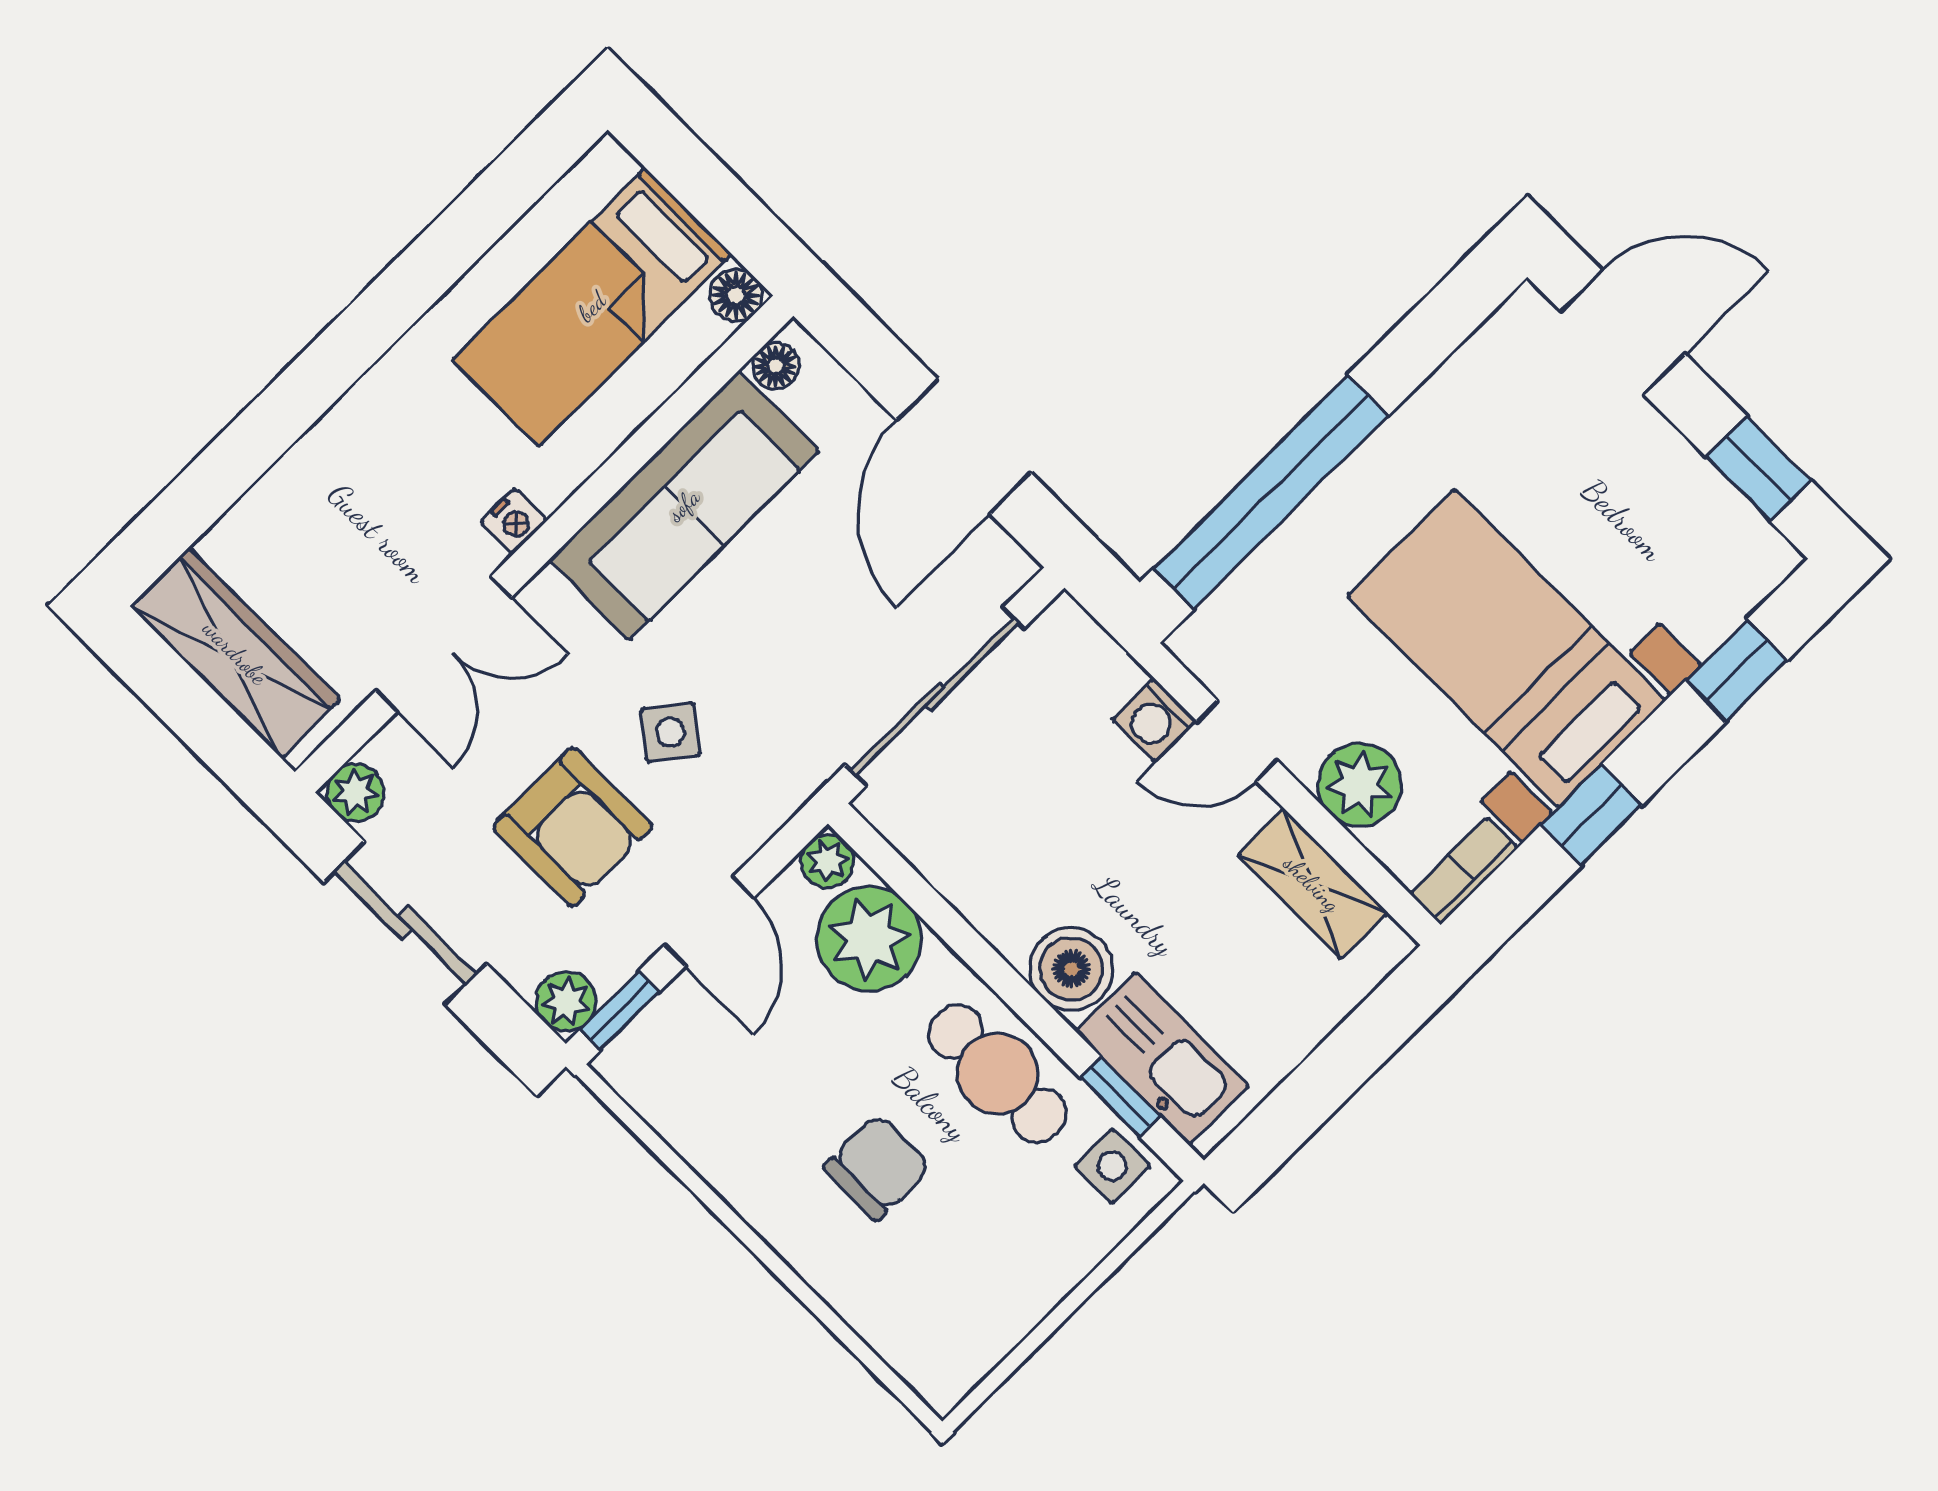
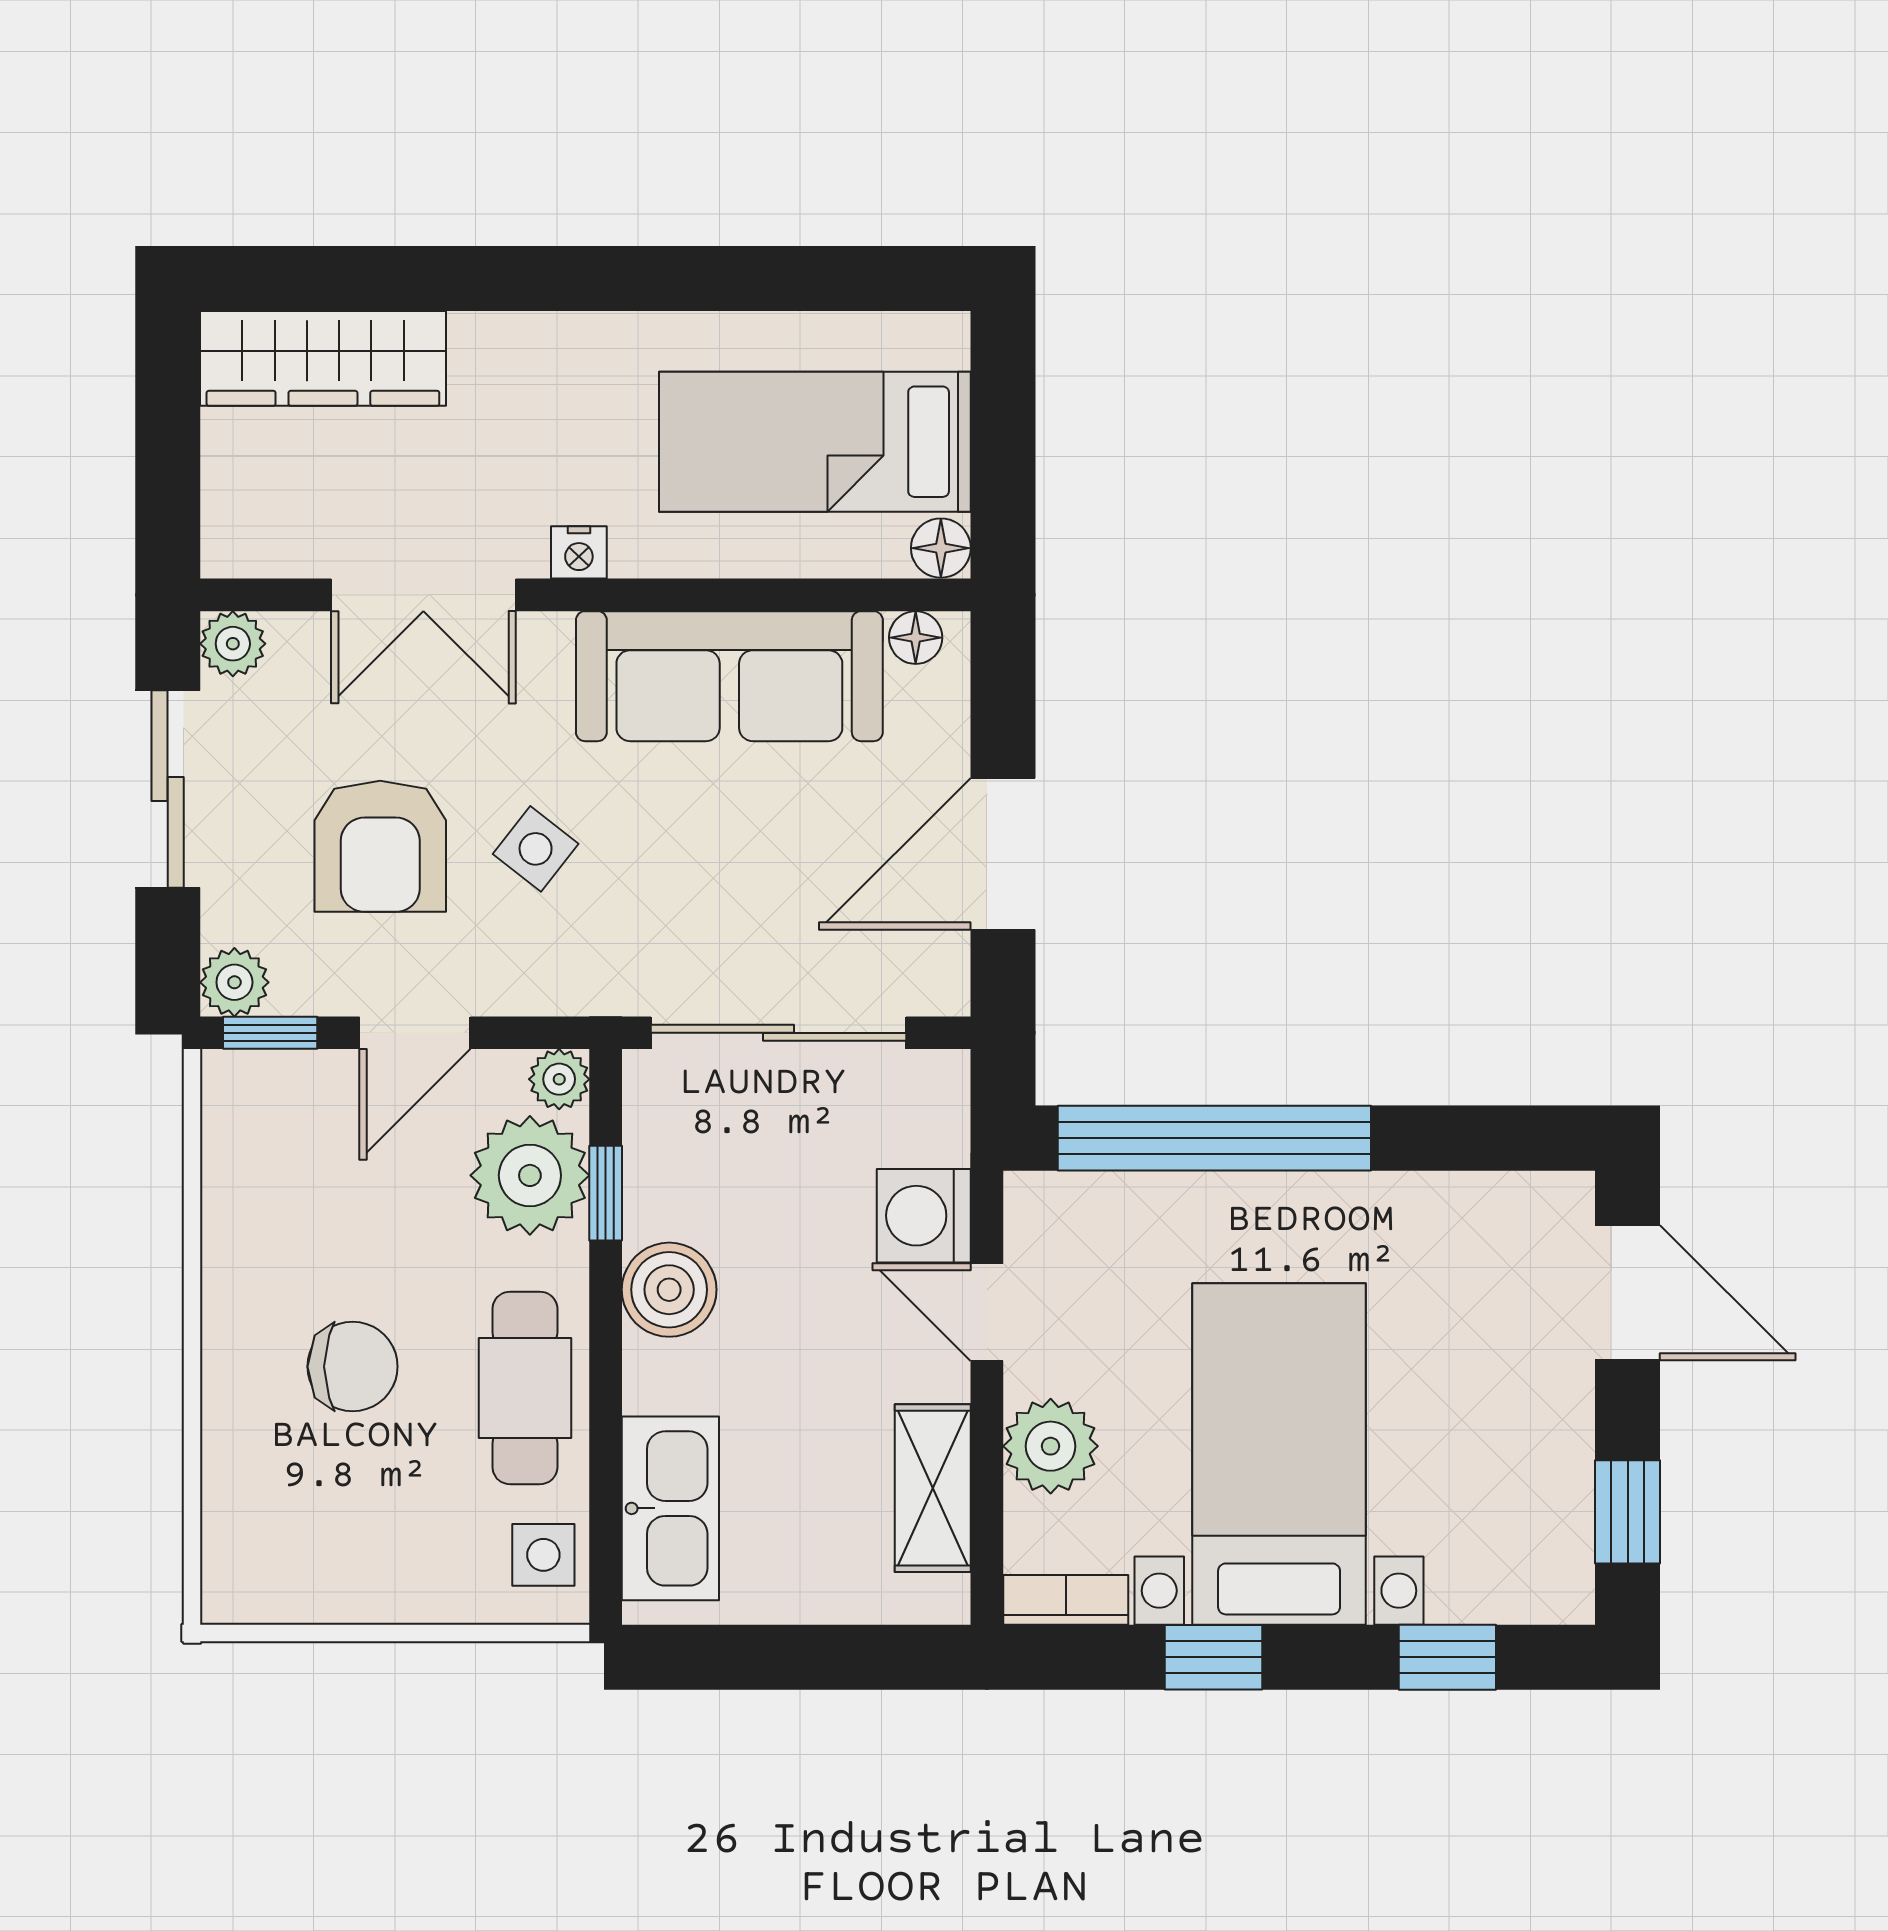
wardrobe: (235, 653) -> (323, 358), moved, turned 90
washing machine: (1154, 720) -> (924, 1216), width x1.38, depth x1.38
boiler: (1071, 969) -> (669, 1290), moved
window: (1120, 1097) -> (606, 1193), moved

